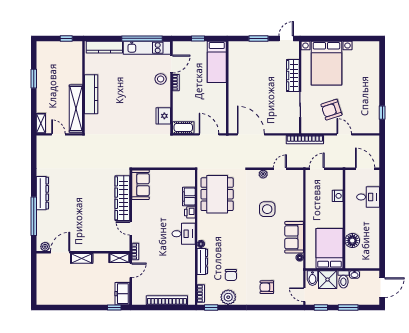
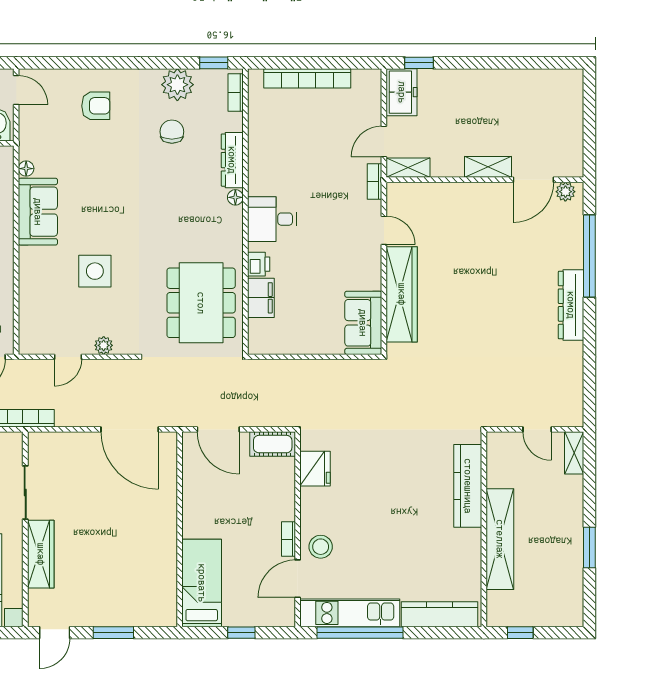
kitchen counter: (91, 94) -> (468, 486), moved
shelving: (76, 109) -> (500, 539), moved

